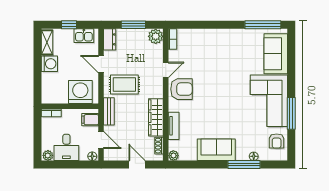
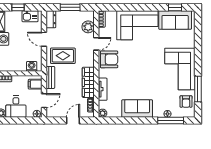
window: (263, 25) -> (175, 7), width x0.46
plant: (156, 36) -> (88, 27), moved
corner sofa: (216, 47) -> (137, 25), added
sofa: (276, 54) -> (175, 20), moved, turned -90
washing machine: (80, 92) -> (32, 66), width x0.53, depth x0.53
window: (291, 113) -> (198, 89), moved
door: (101, 140) -> (44, 101), hinge flipped
door: (137, 165) -> (73, 121), hinge flipped
window: (244, 165) -> (171, 121), moved

